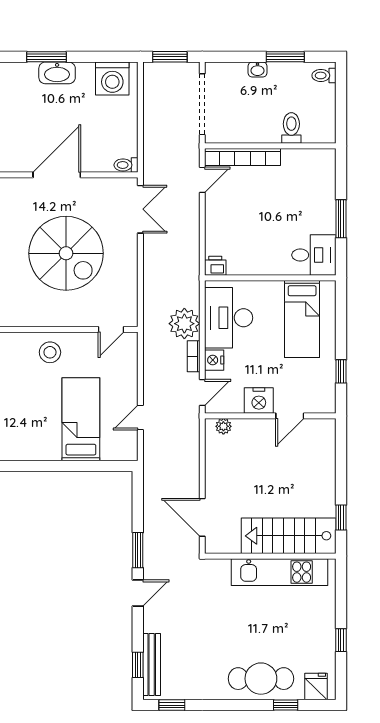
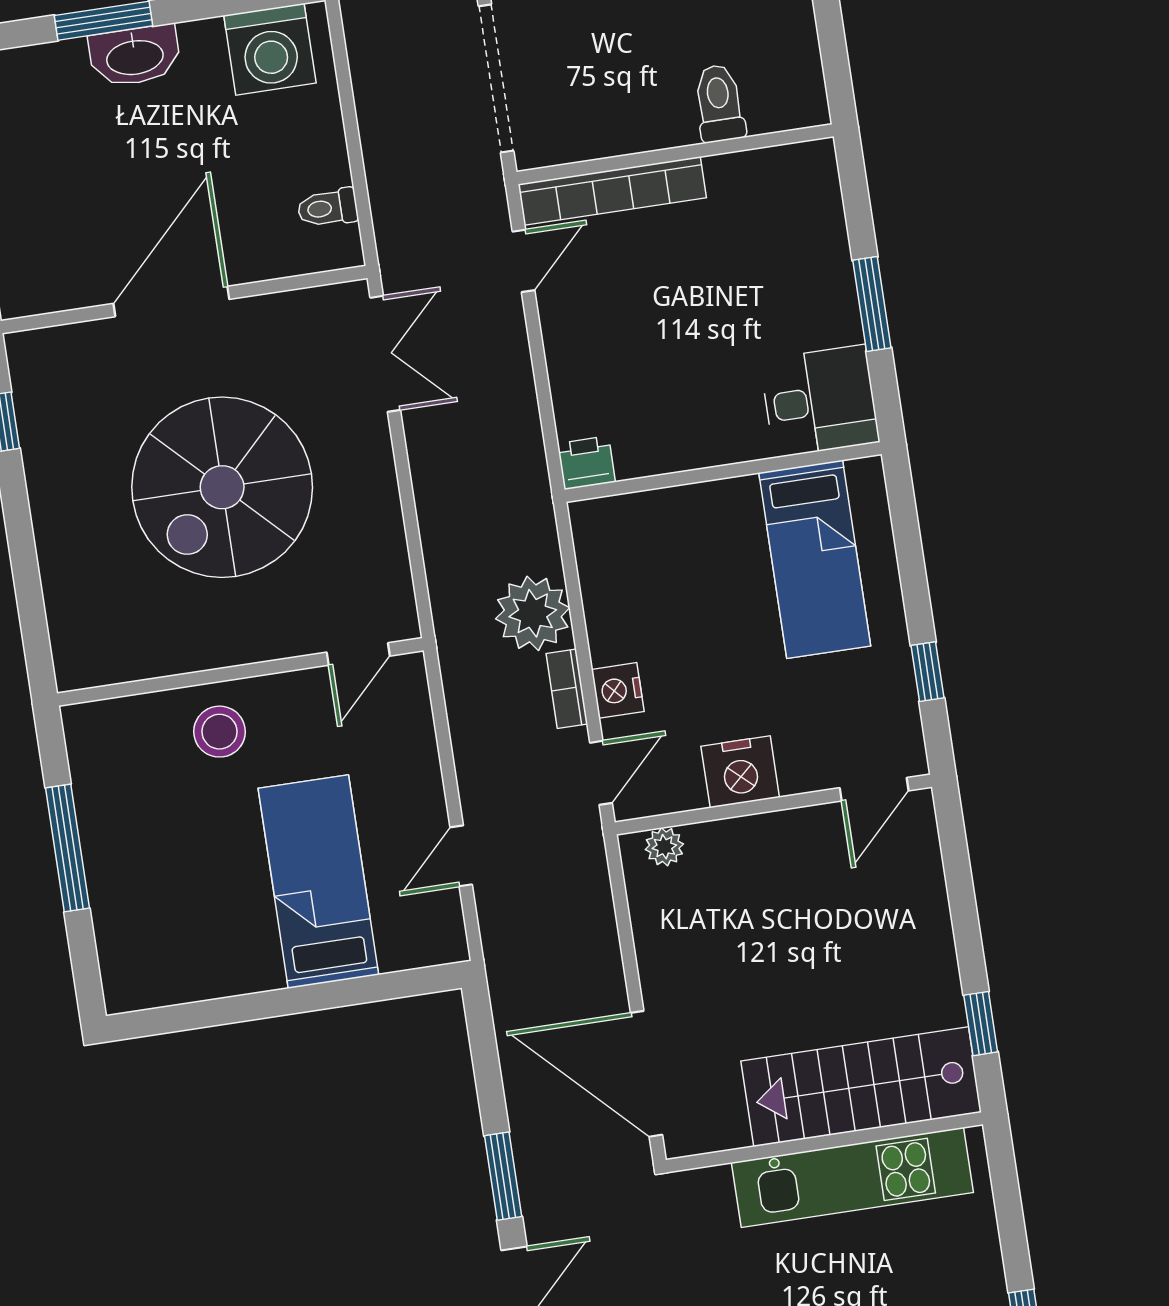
toilet: (126, 165) -> (328, 208), moved
spiral stairs: (66, 253) -> (222, 487), turned 90
desk: (229, 318) -> (637, 583), removed
door: (290, 416) -> (874, 789), moved
door: (202, 517) -> (647, 1074), width x1.36

